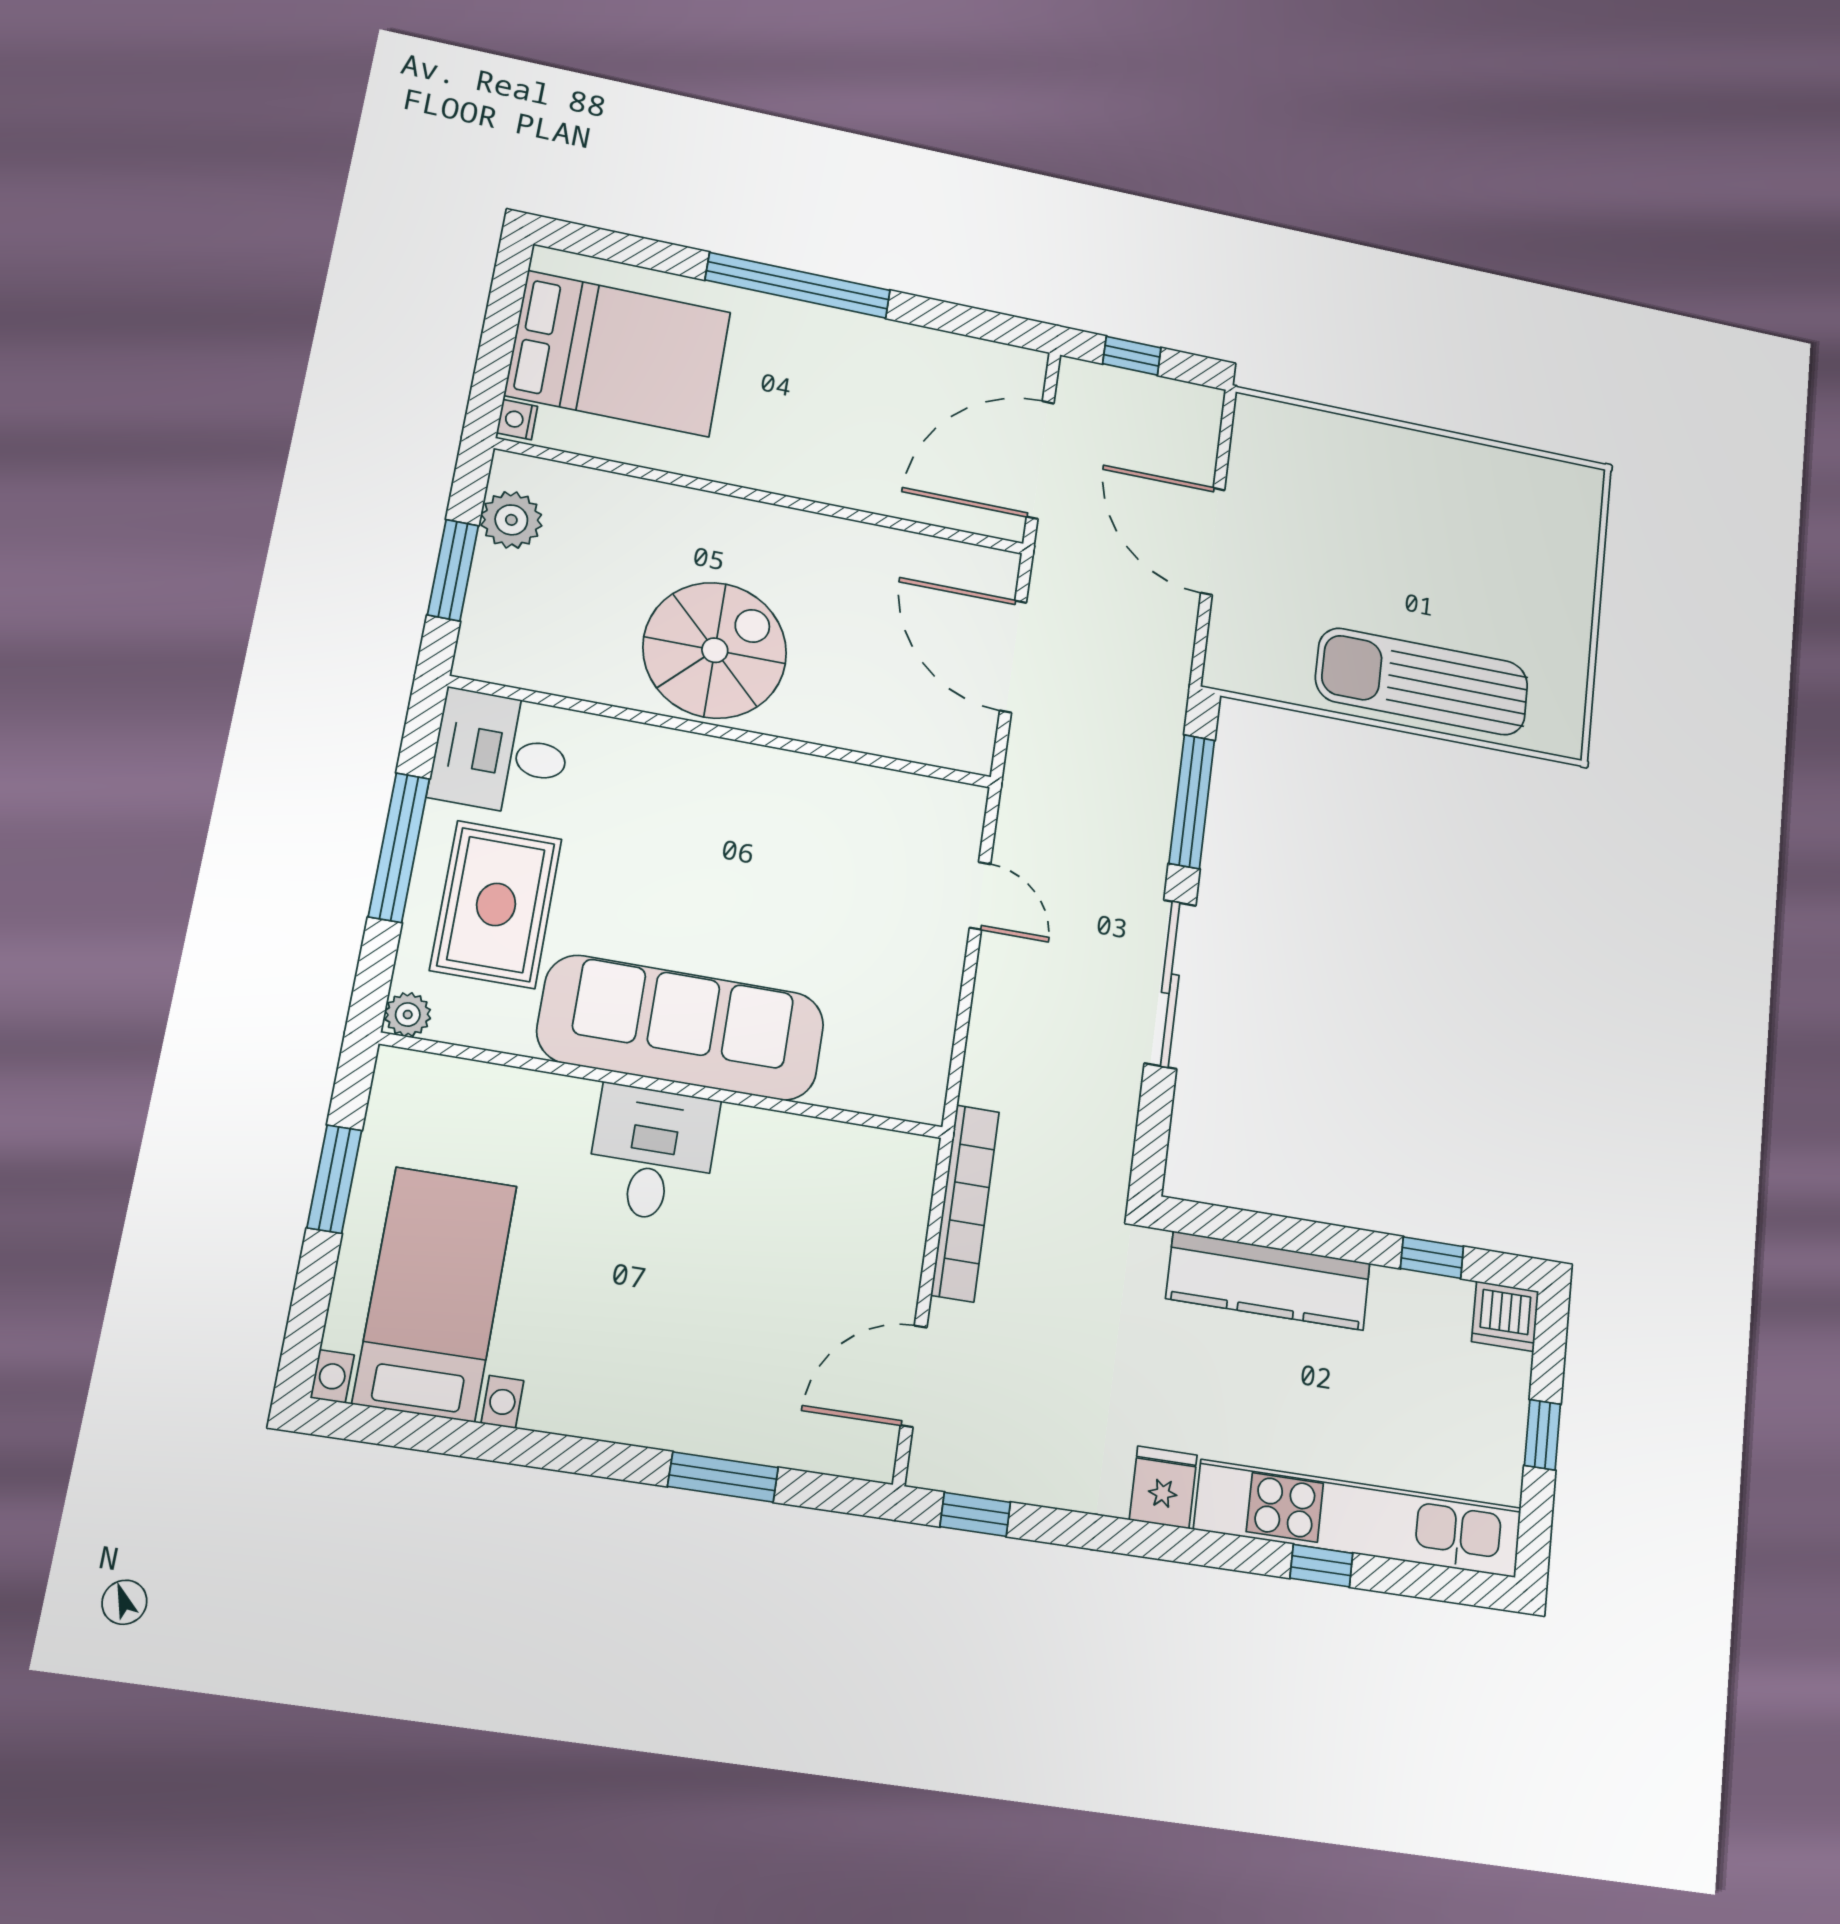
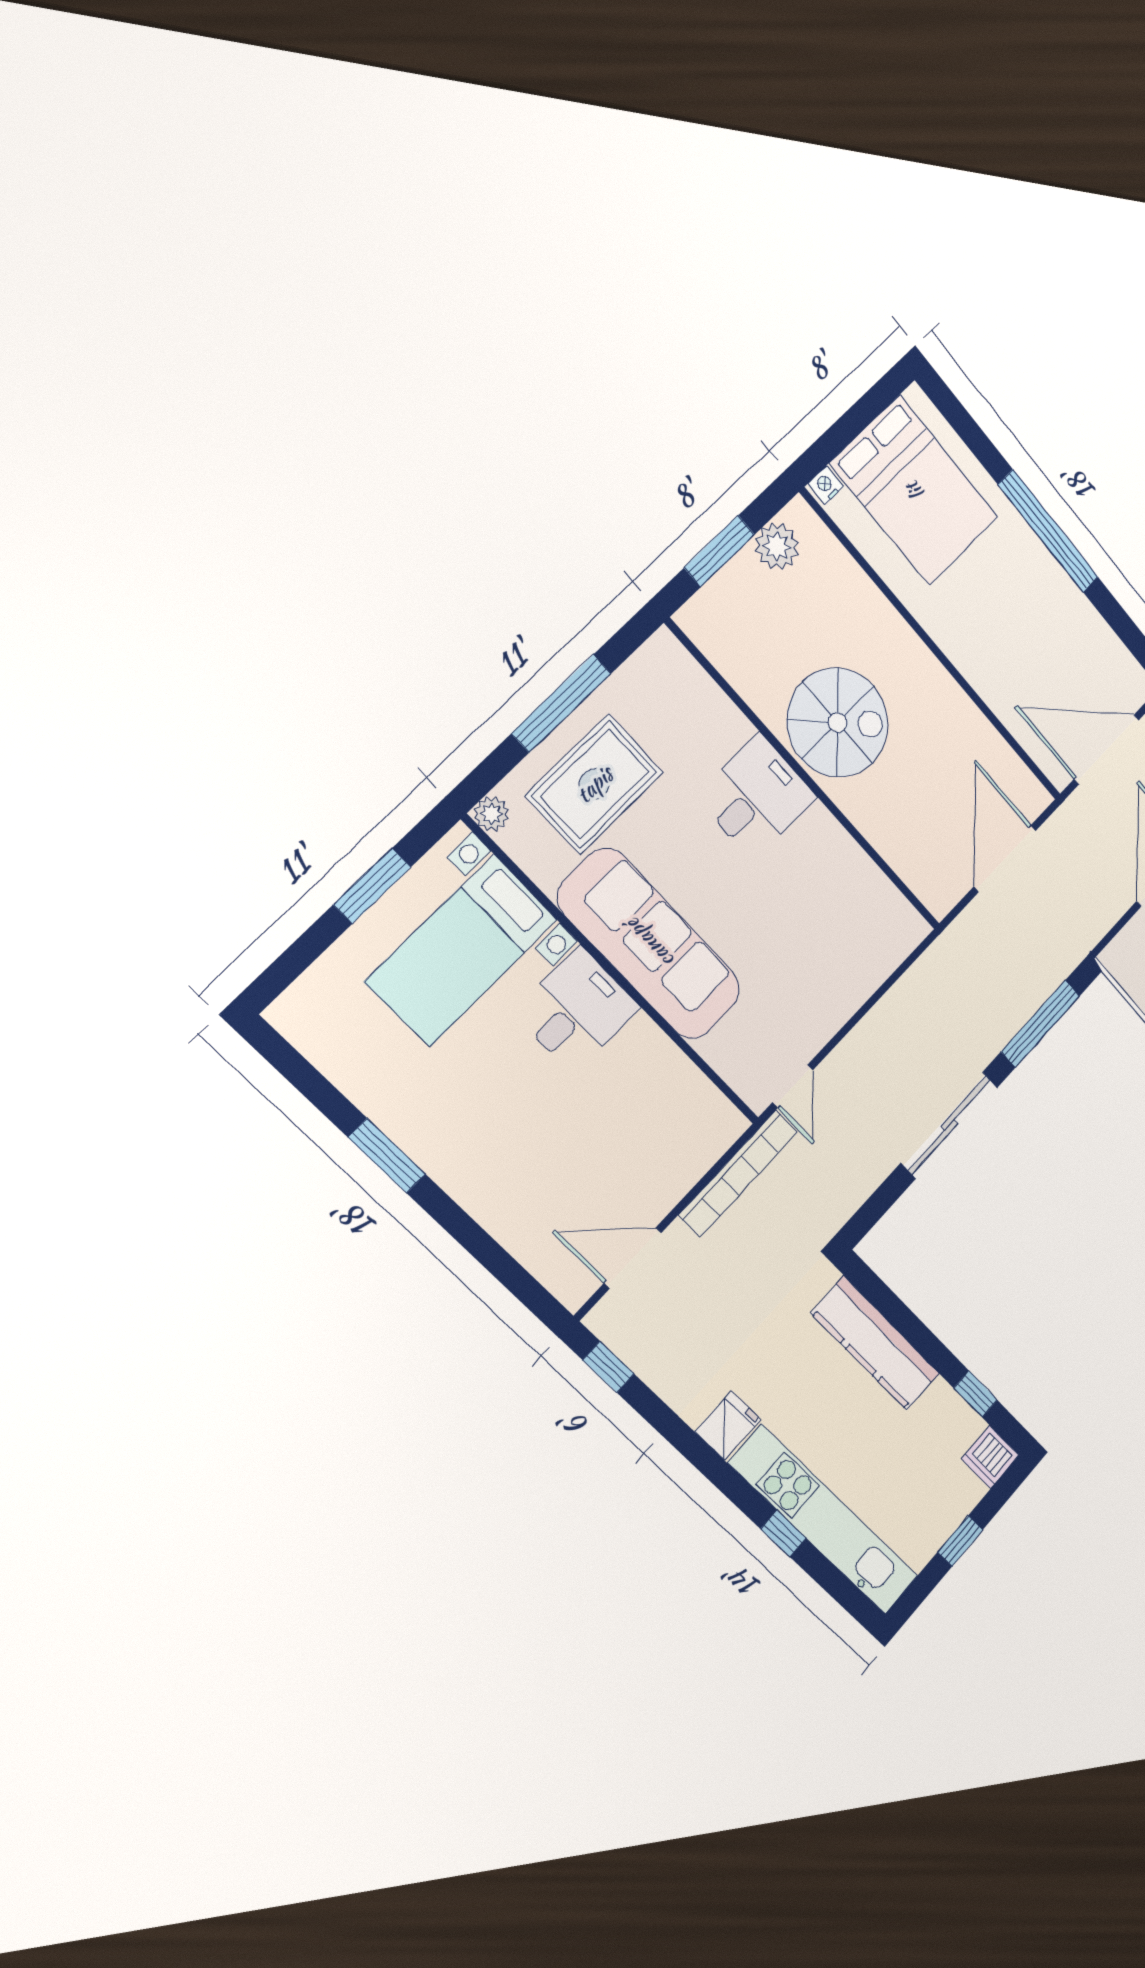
desk: (501, 753) -> (756, 797), moved, turned 90
door: (980, 896) -> (793, 1086), moved
bed with nightstands: (435, 1294) -> (462, 950), moved, turned 180
window: (723, 1477) -> (387, 1156), moved

